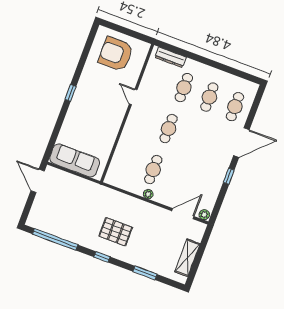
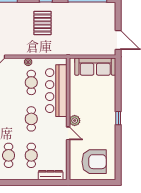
plant: (120, 108) -> (75, 121), added
bar counter: (129, 150) -> (56, 91), added
pallet: (116, 232) -> (42, 23), turned 90

